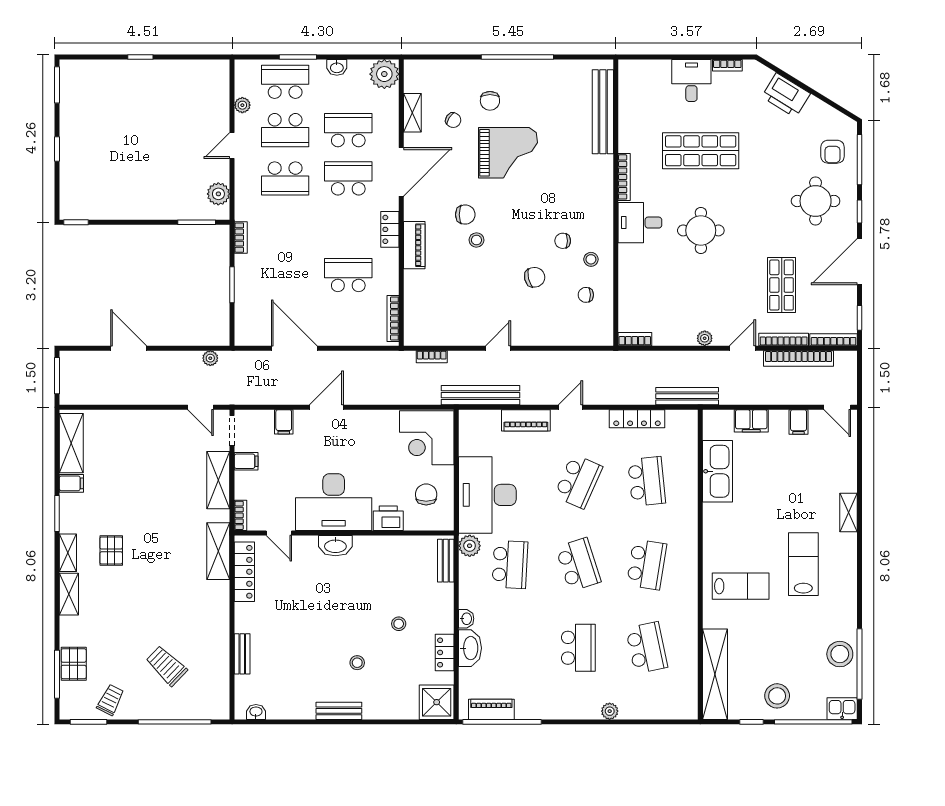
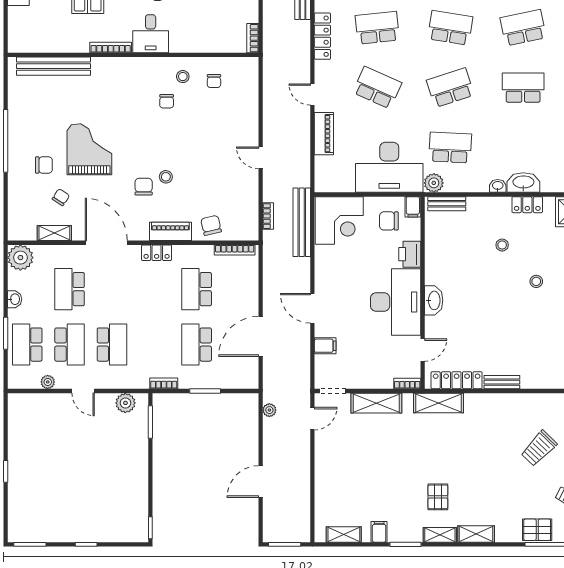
school desk: (348, 178) -> (197, 345), moved
chair: (535, 277) -> (211, 225), moved
bench: (481, 395) -> (302, 222), moved
shelving: (71, 443) -> (344, 534), width x0.67, depth x0.75
filing cabinet: (246, 461) -> (413, 207), moved, turned 180
pallet: (111, 550) -> (438, 497), turned 90
bench: (242, 654) -> (502, 382), moved

